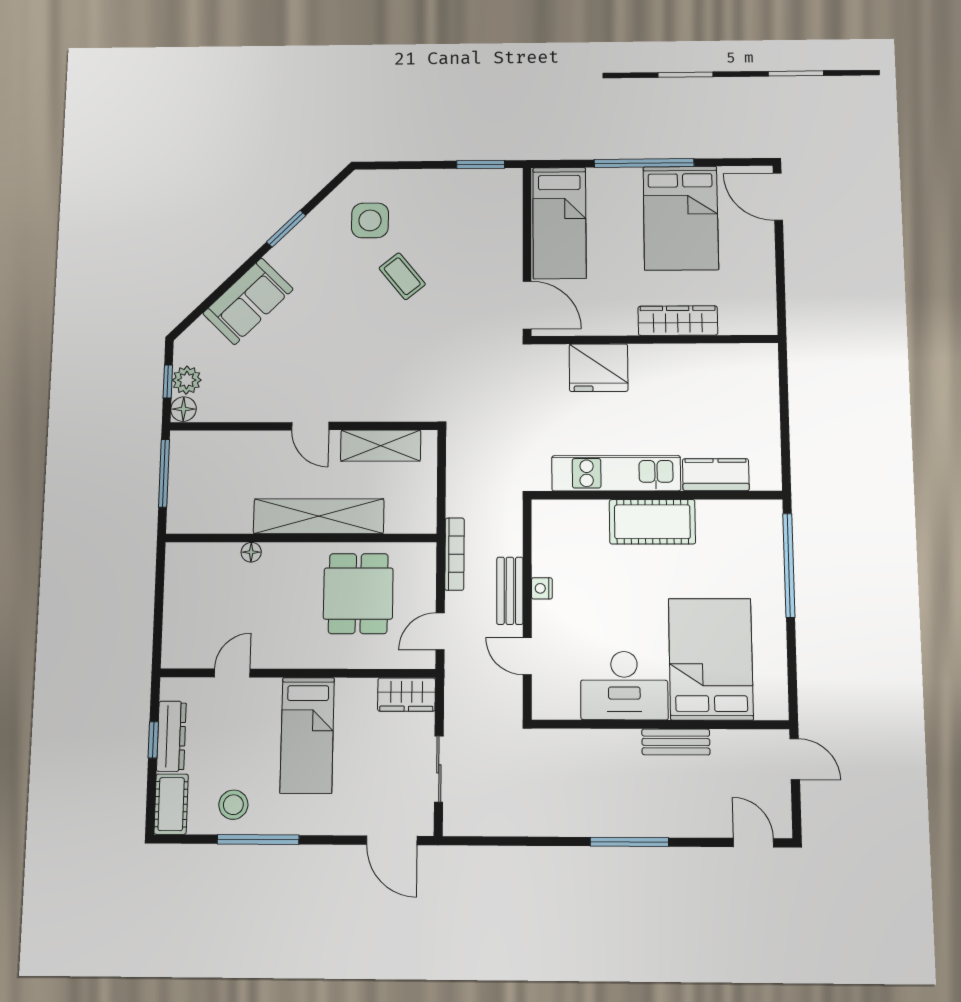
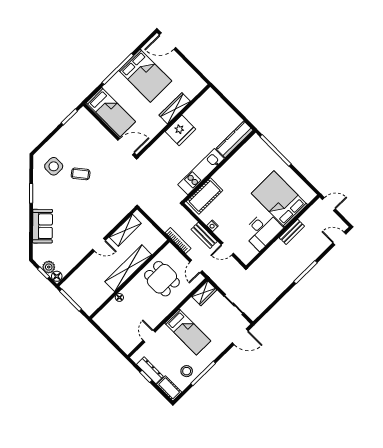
fridge: (599, 368) -> (180, 130), moved
kitchen counter: (716, 475) -> (235, 139), width x1.50
cot: (652, 522) -> (205, 196), moved

